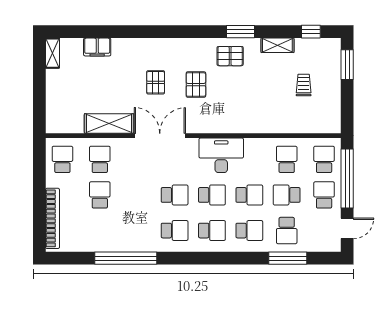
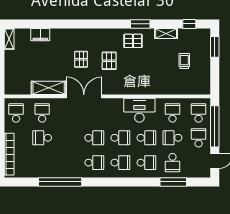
desk: (221, 155) -> (139, 110), moved
school desk: (100, 195) -> (42, 138), turned -90

